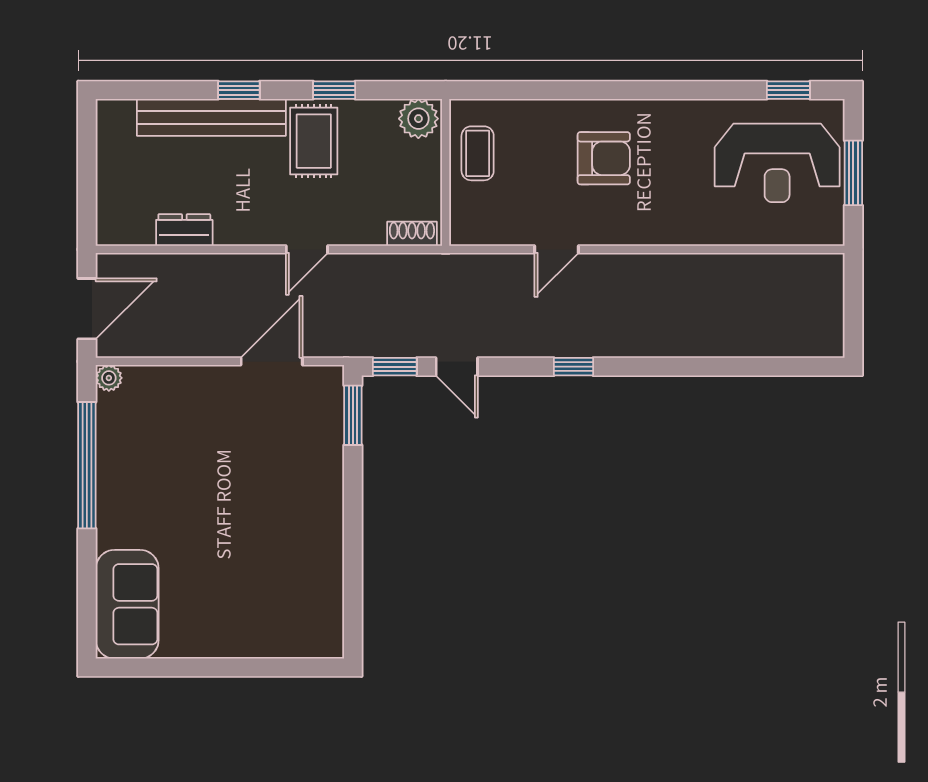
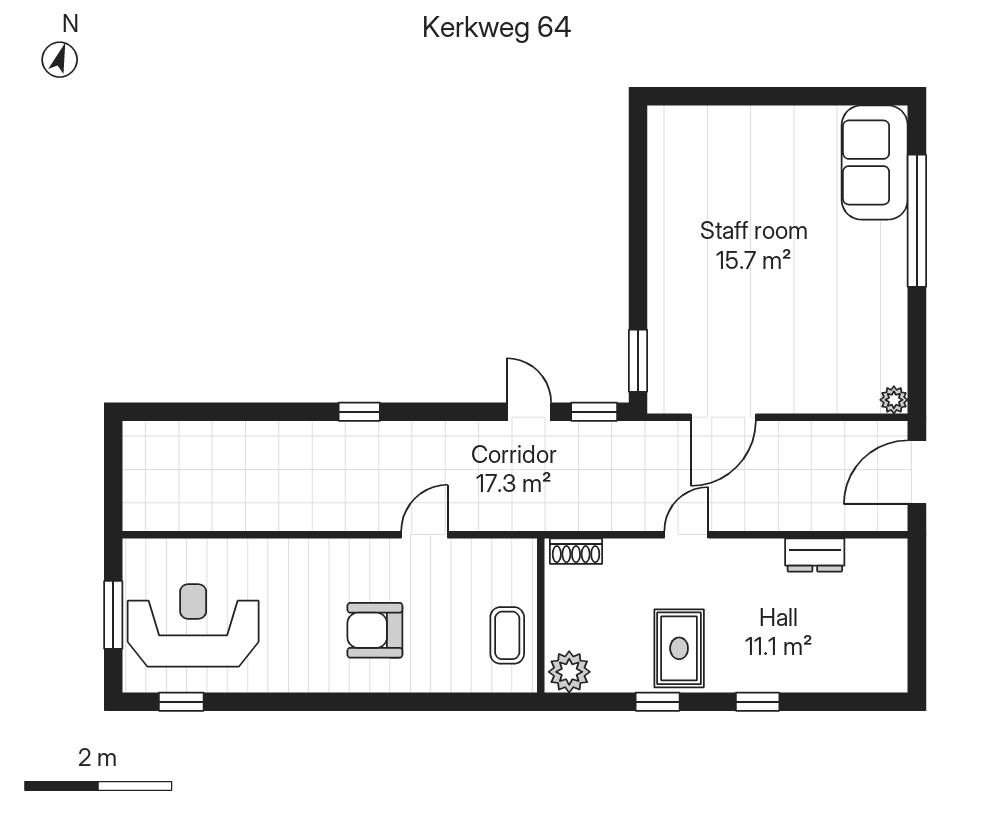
bench: (211, 117) -> (786, 673), removed
window: (574, 367) -> (359, 412), moved
window: (87, 465) -> (917, 221), moved

